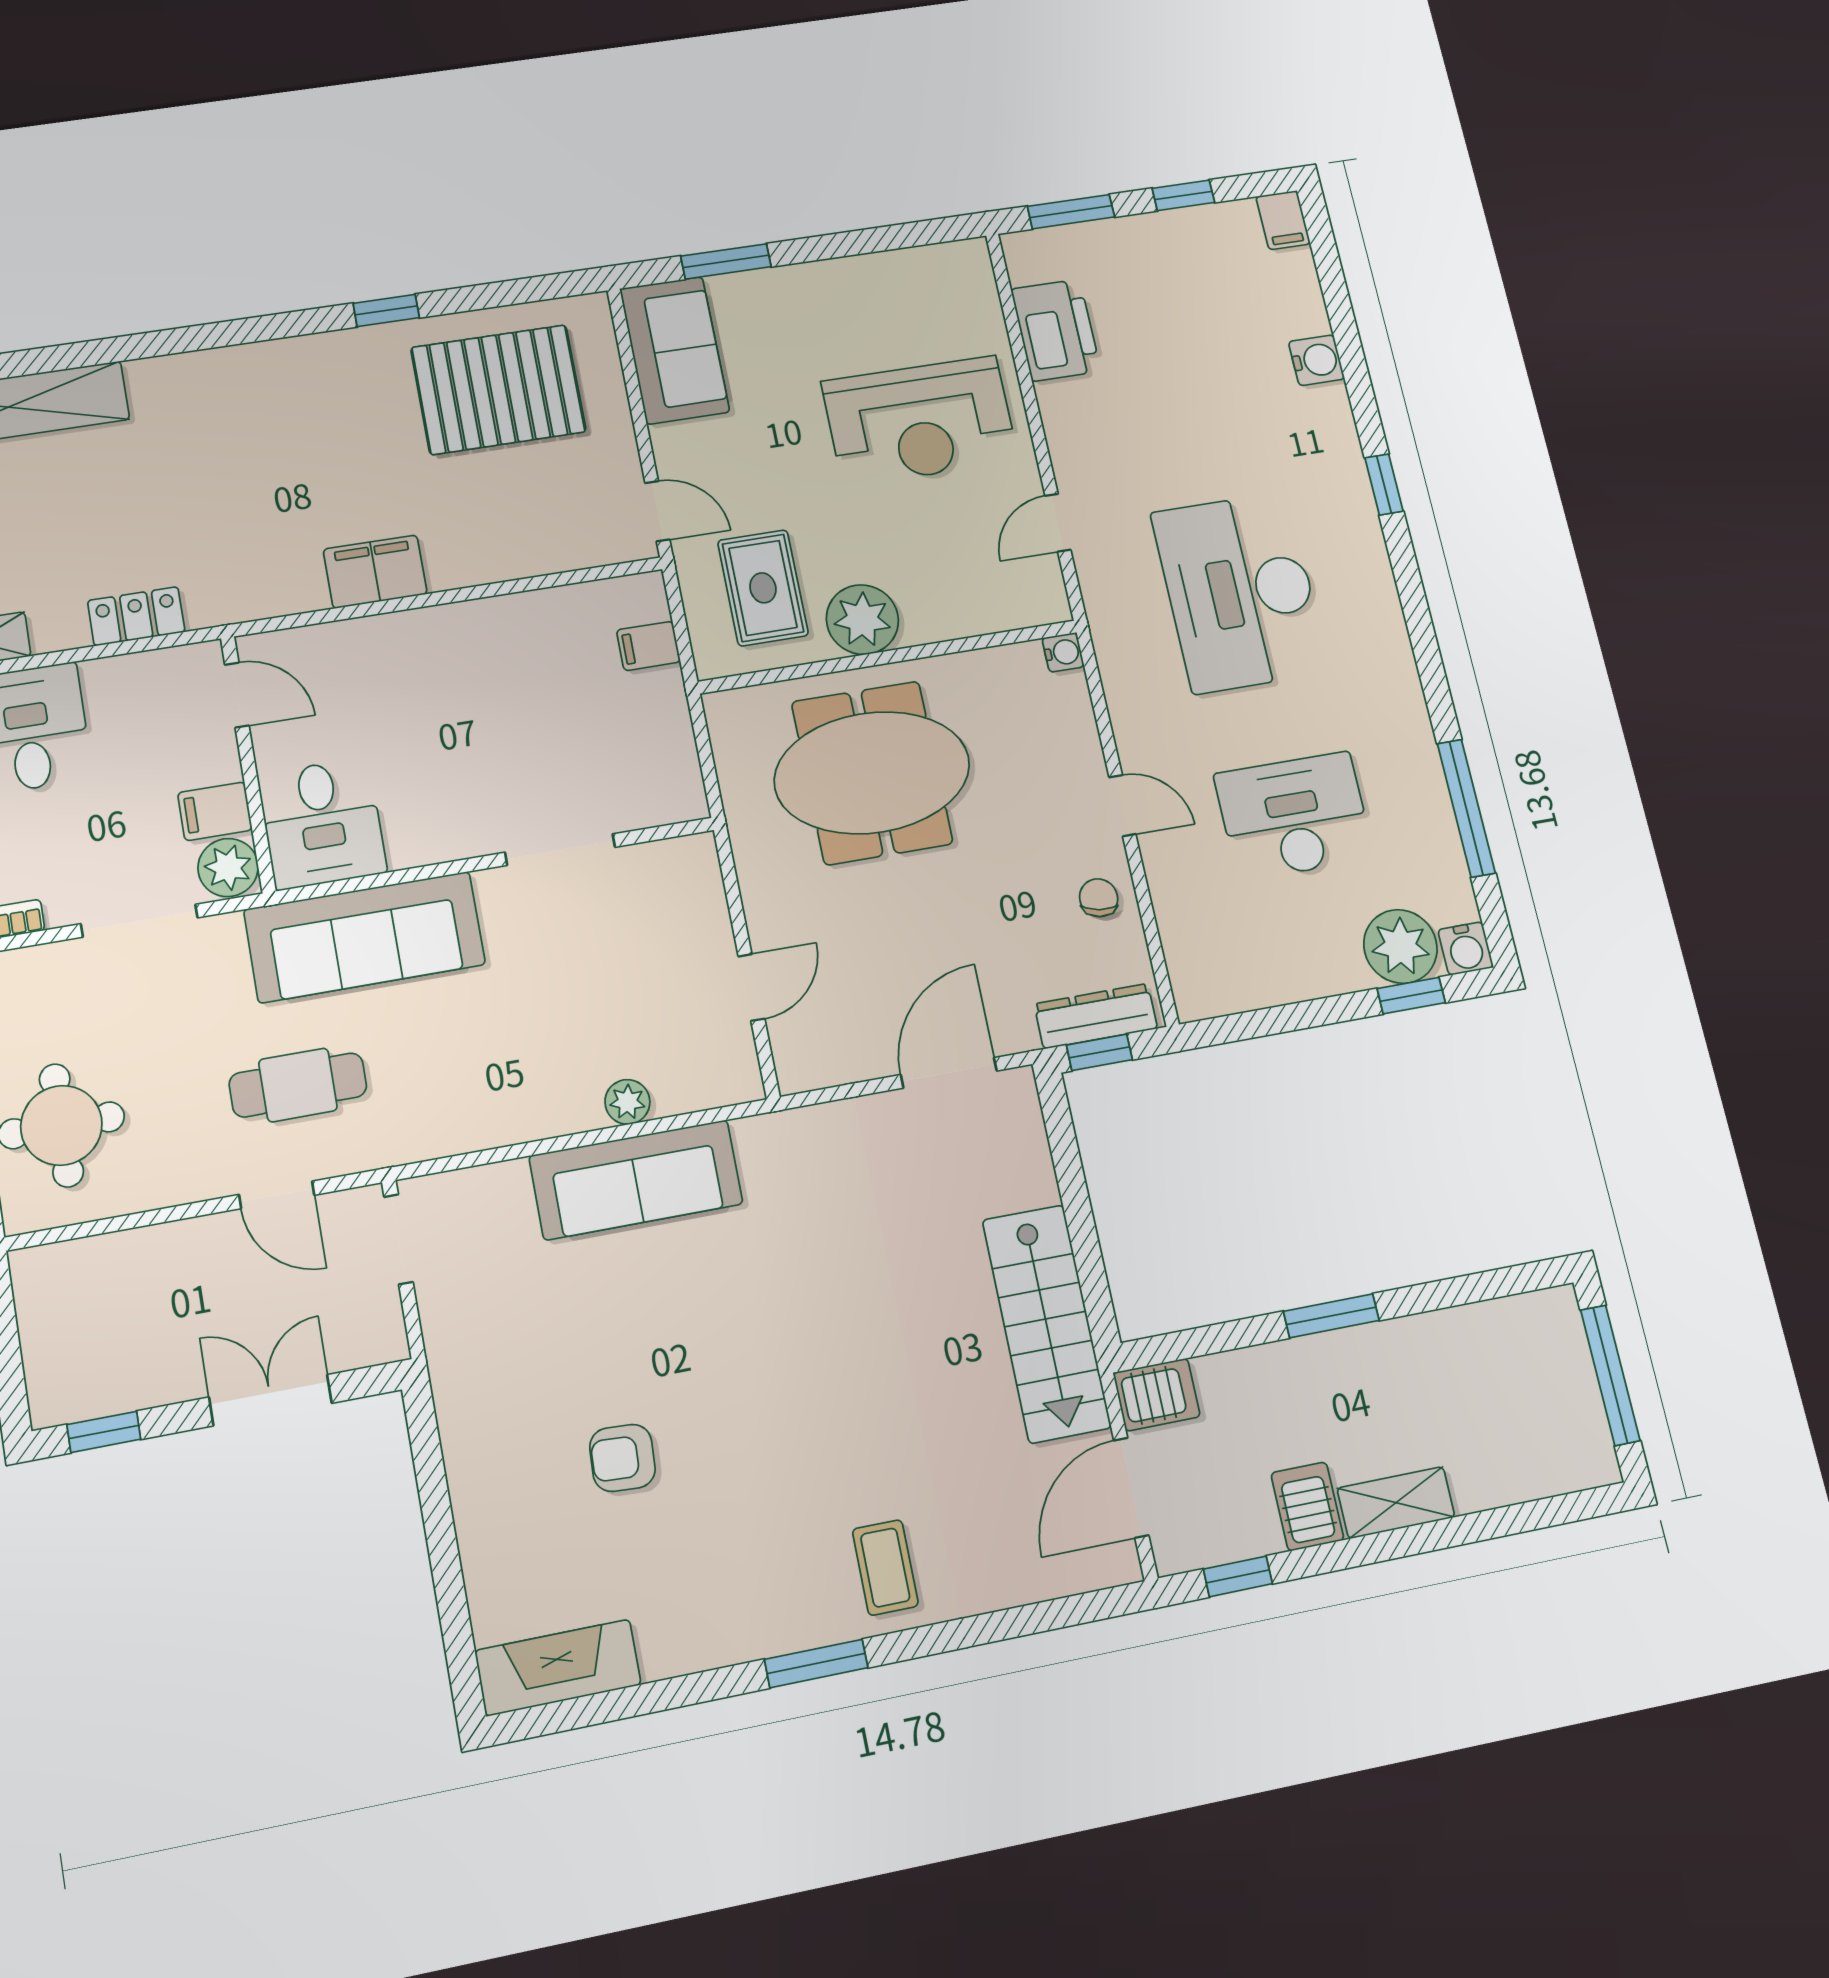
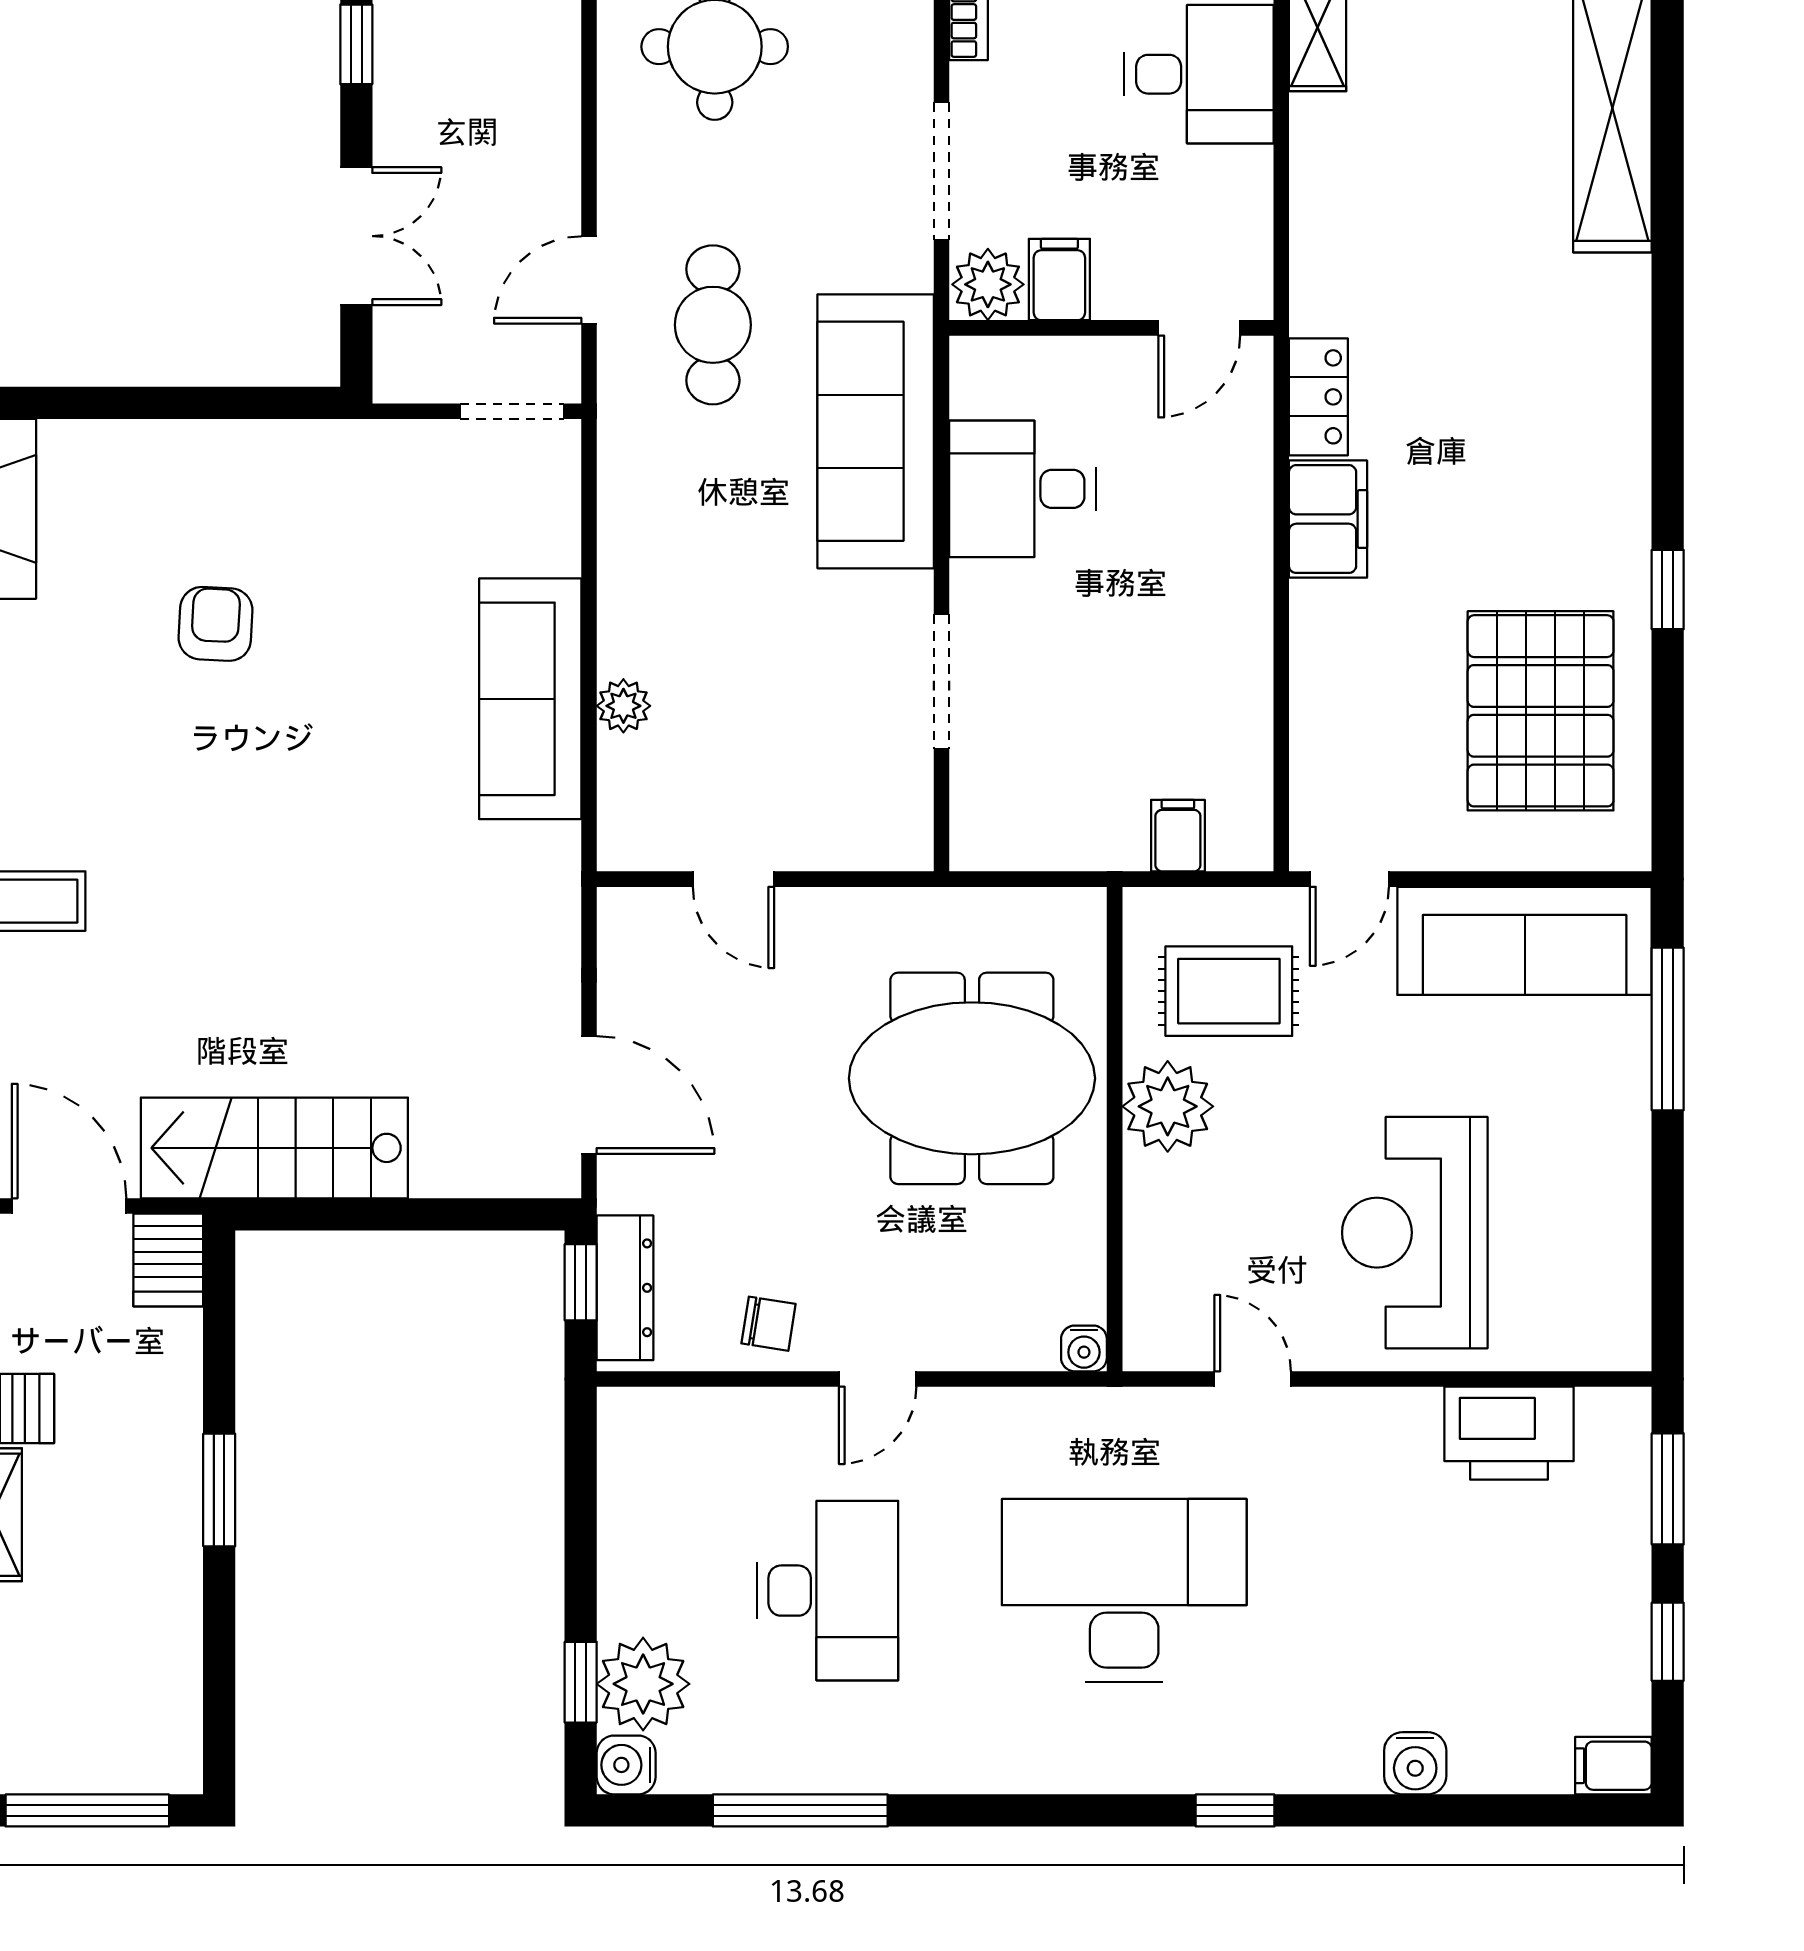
window: (726, 261) -> (1668, 1029), width x1.44
sofa: (675, 350) -> (1525, 941), width x1.36
locker: (136, 616) -> (1318, 397), moved
meeting table: (872, 773) -> (972, 1078), turned 90
desk: (322, 823) -> (1023, 489), moved

